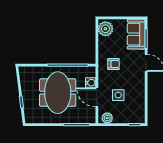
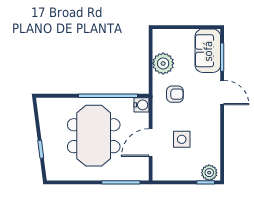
plant: (105, 29) -> (163, 63), moved
water cooler: (91, 83) -> (141, 105), moved
door: (97, 97) -> (151, 143), hinge flipped
plant: (107, 118) -> (209, 173), moved

